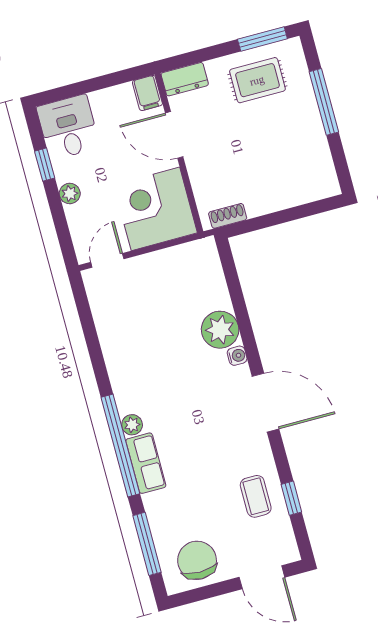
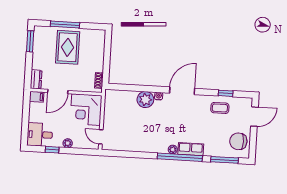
rug: (257, 80) -> (68, 47), moved, width x1.36, depth x1.43

